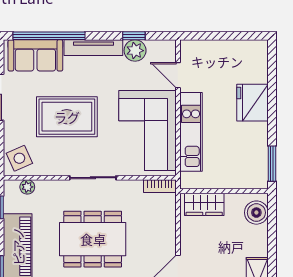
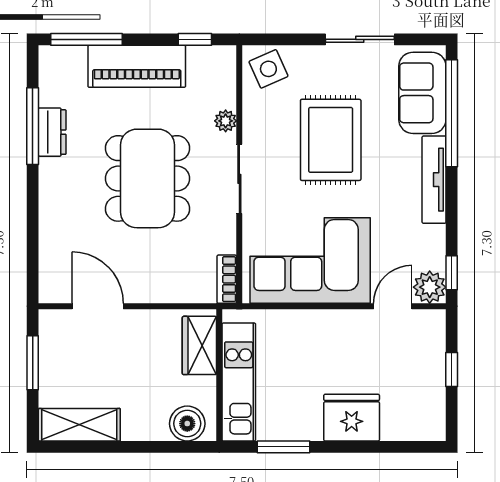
window: (134, 36) -> (452, 273), moved
window: (220, 36) -> (452, 369), added
plant: (135, 51) -> (430, 287), moved
kitchen unit: (191, 132) -> (239, 382), moved, turned -90
window: (272, 164) -> (284, 447), moved
plant: (27, 187) -> (226, 121), moved

